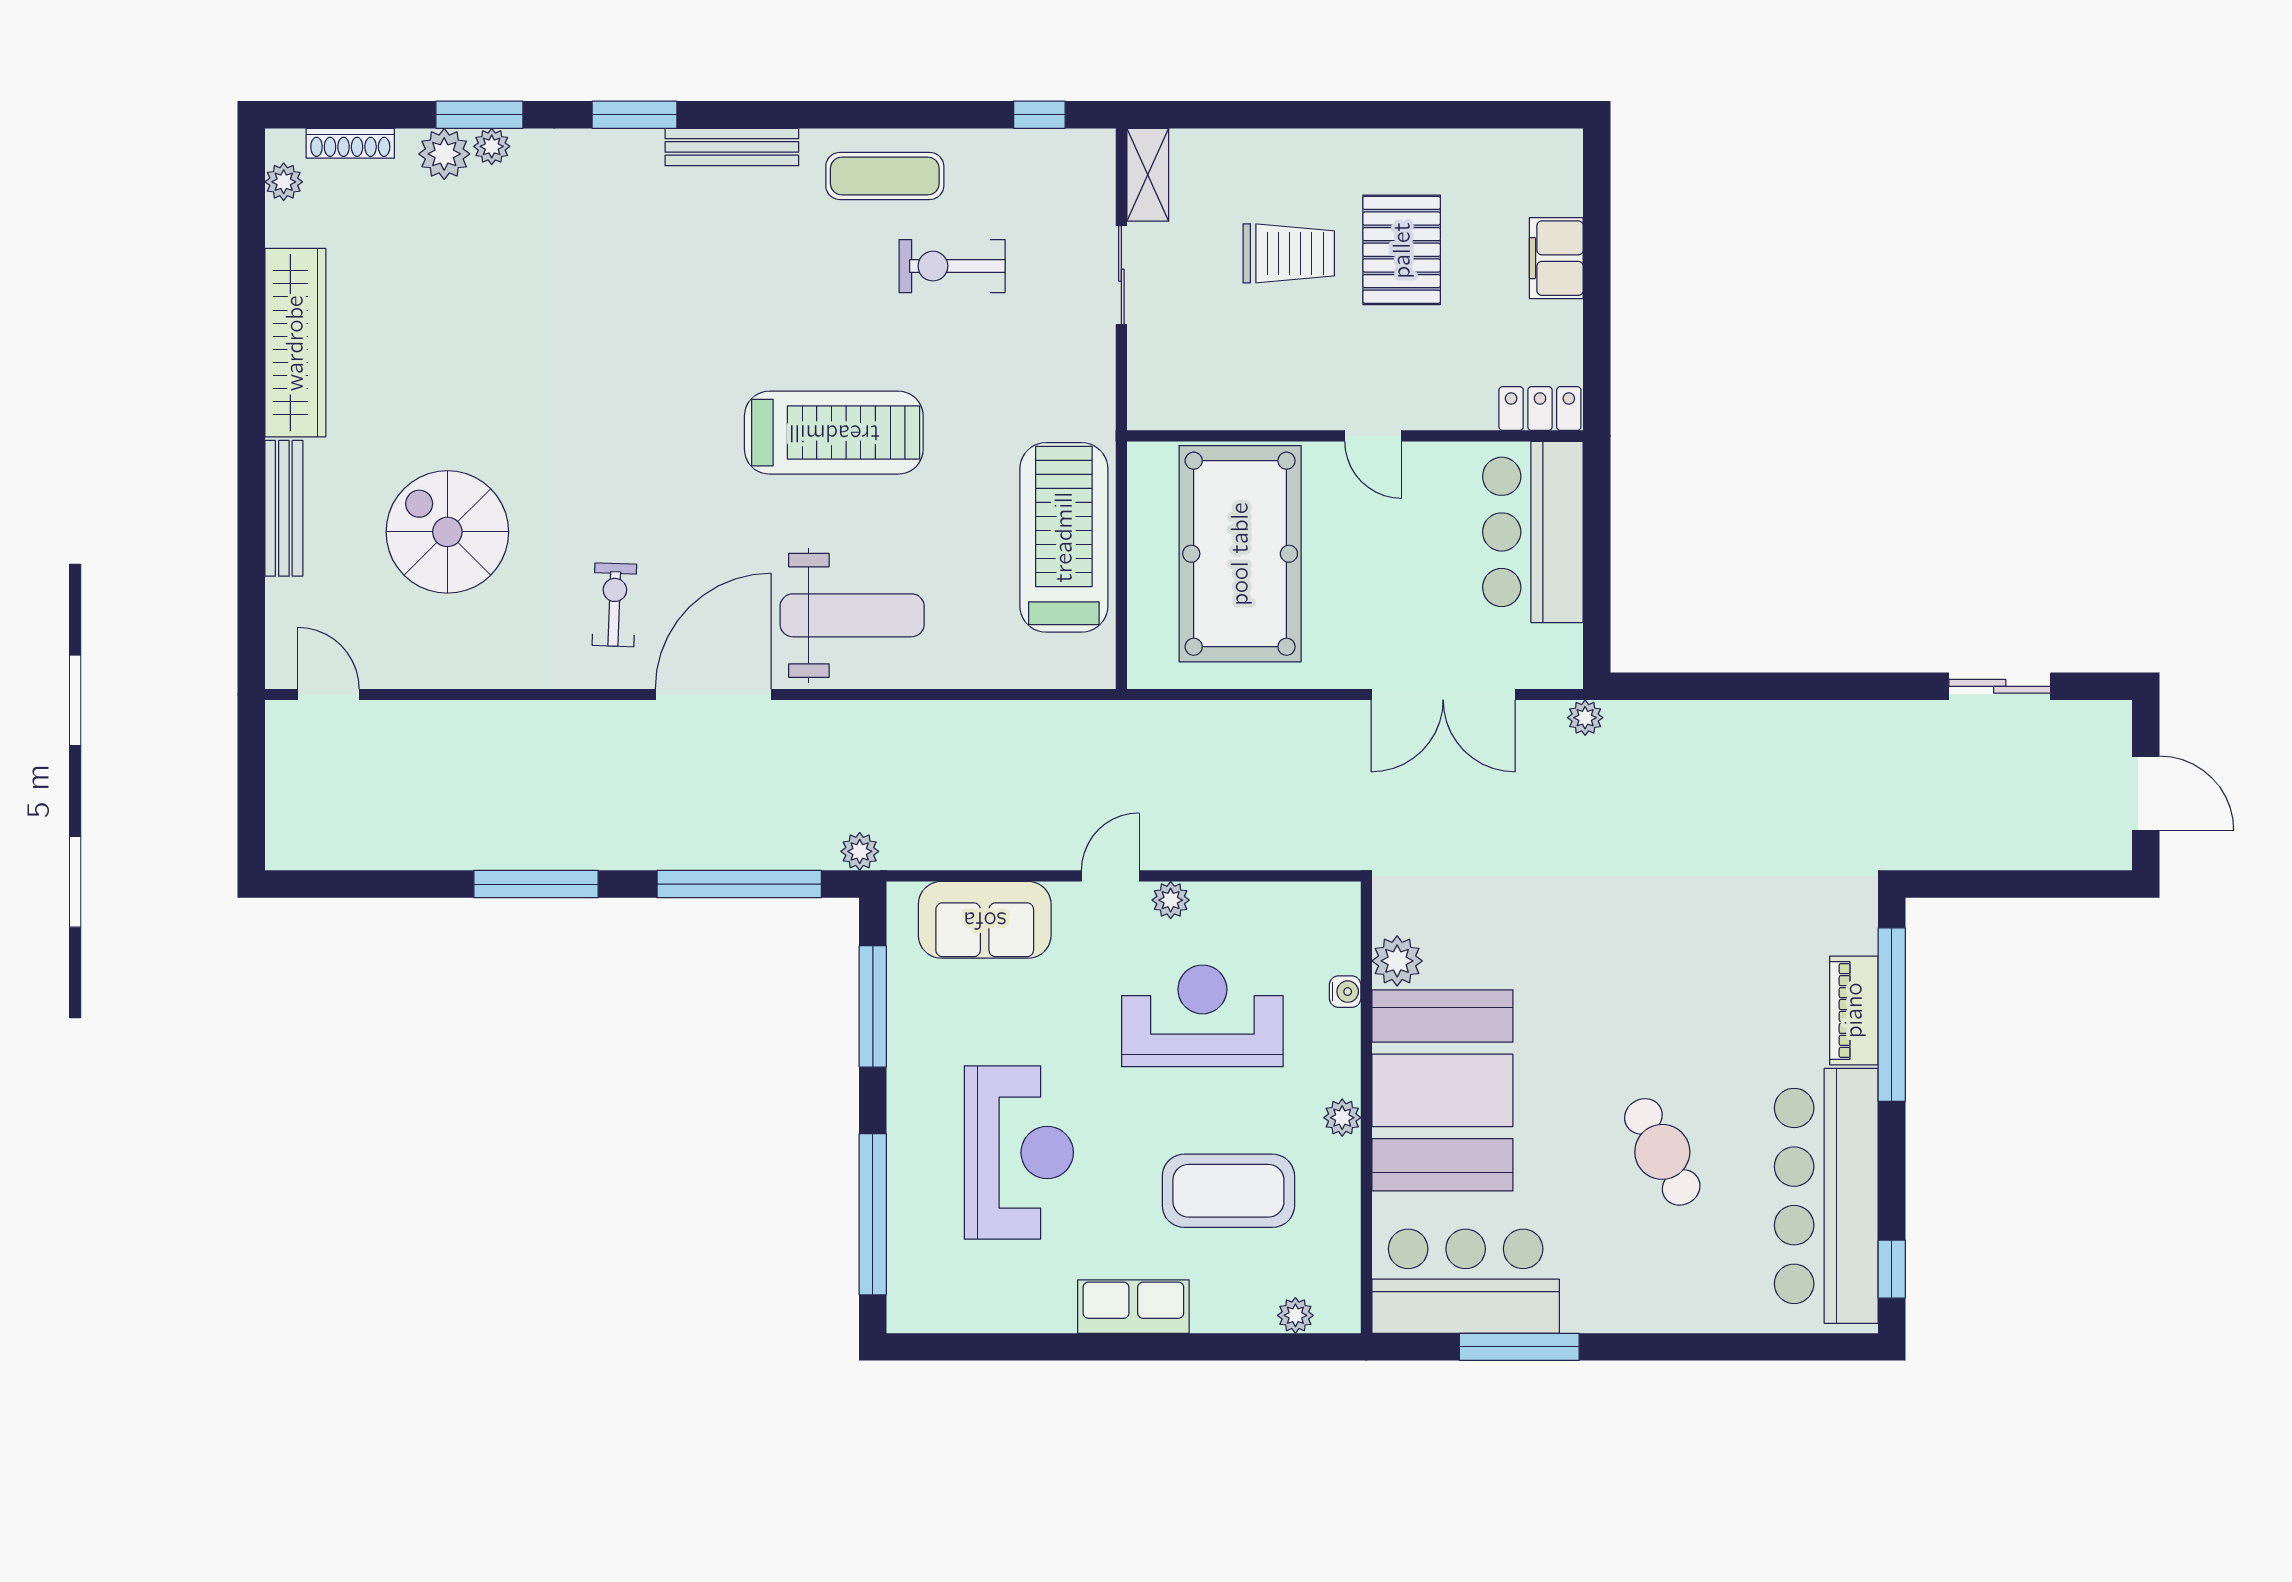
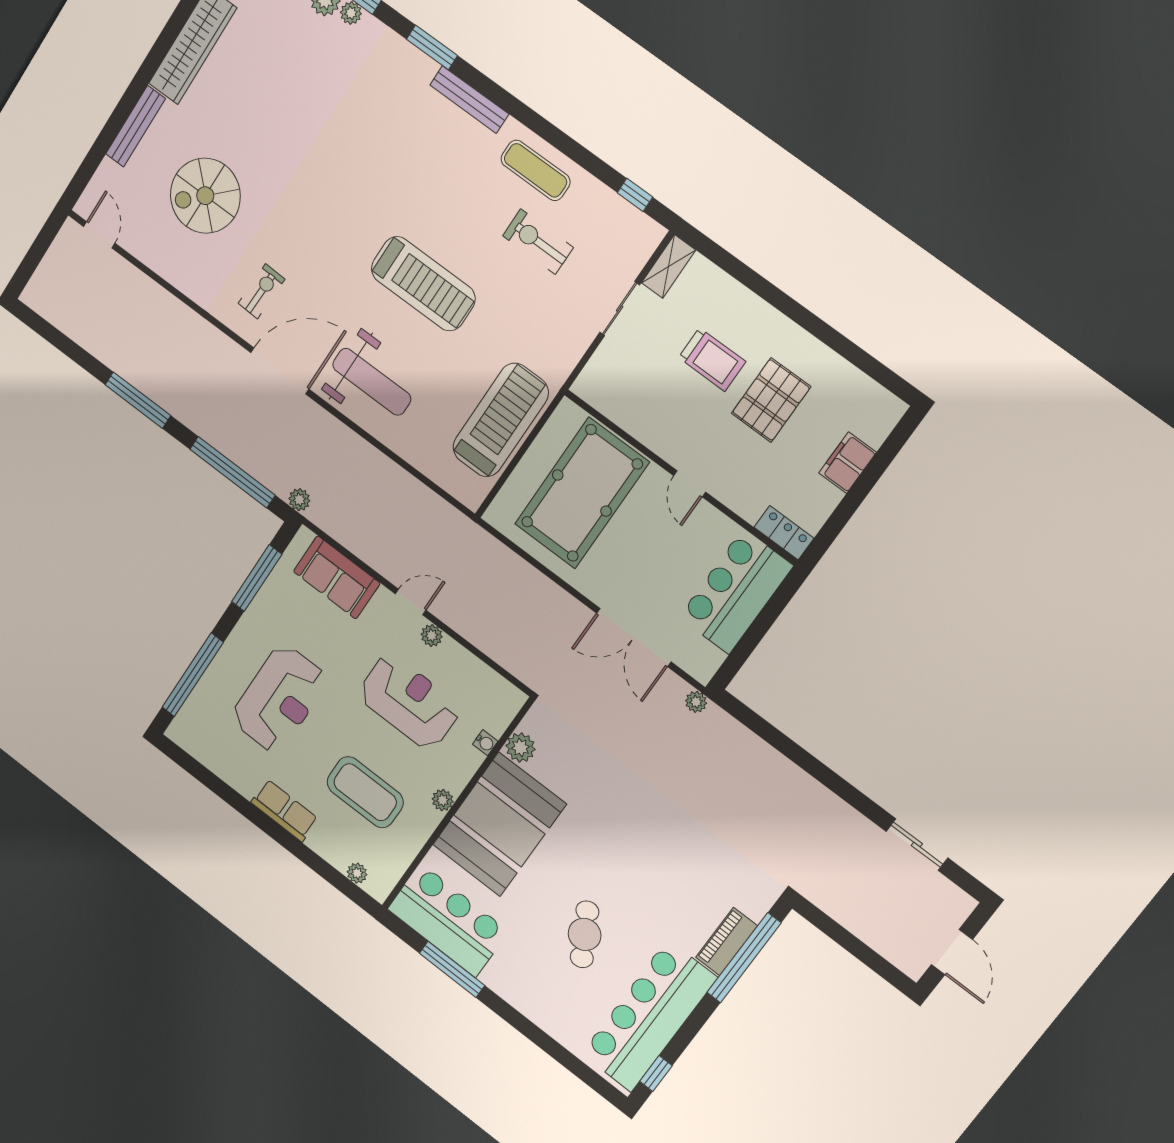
spiral stairs: (447, 532) -> (205, 196), turned -90

